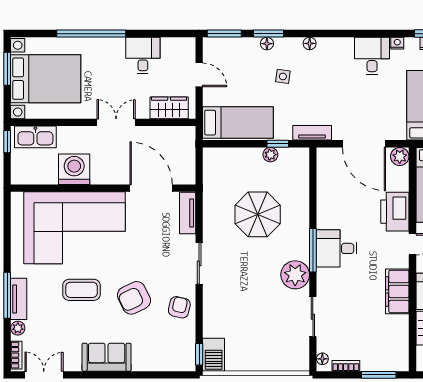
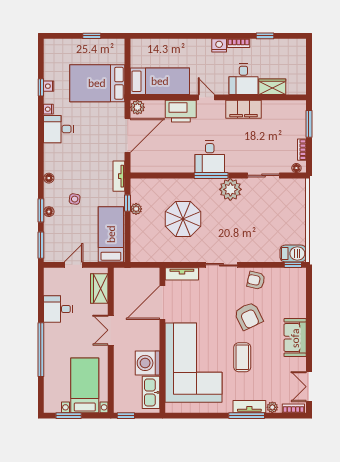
bed with nightstands: (46, 79) -> (85, 385), width x0.73
kitchen sink: (35, 137) -> (151, 392), moved, turned 180

